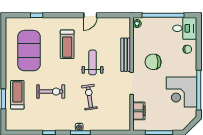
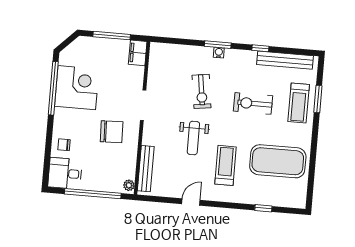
exercise mat: (29, 51) -> (278, 161), turned 90
bench: (126, 55) -> (146, 169), moved
filing cabinet: (139, 111) -> (138, 53), moved
bench: (30, 125) -> (285, 60), added

